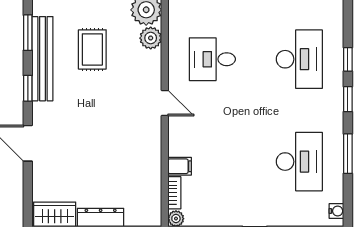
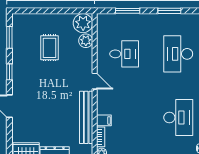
bench: (42, 59) -> (86, 117), moved
desk: (212, 59) -> (124, 54), turned 180
desk: (299, 59) -> (178, 54), turned 180

